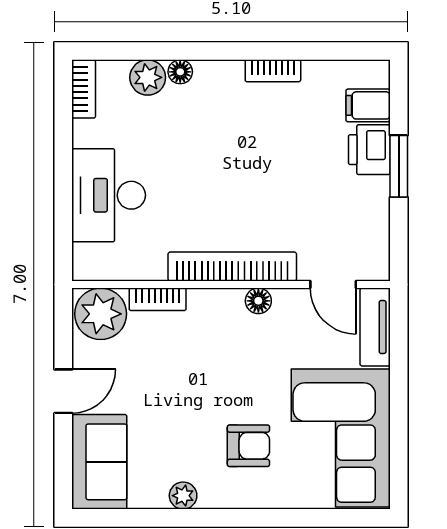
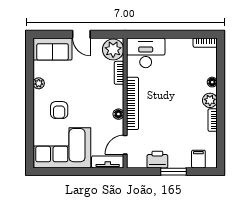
plant: (148, 77) -> (210, 100), moved
printer: (369, 150) -> (157, 160), moved
desk: (109, 195) -> (146, 53), moved

